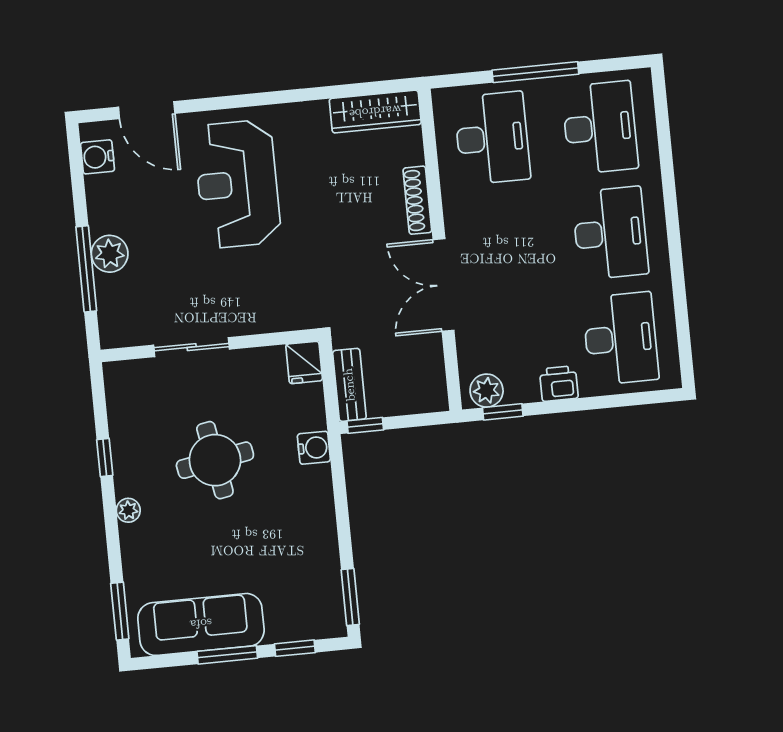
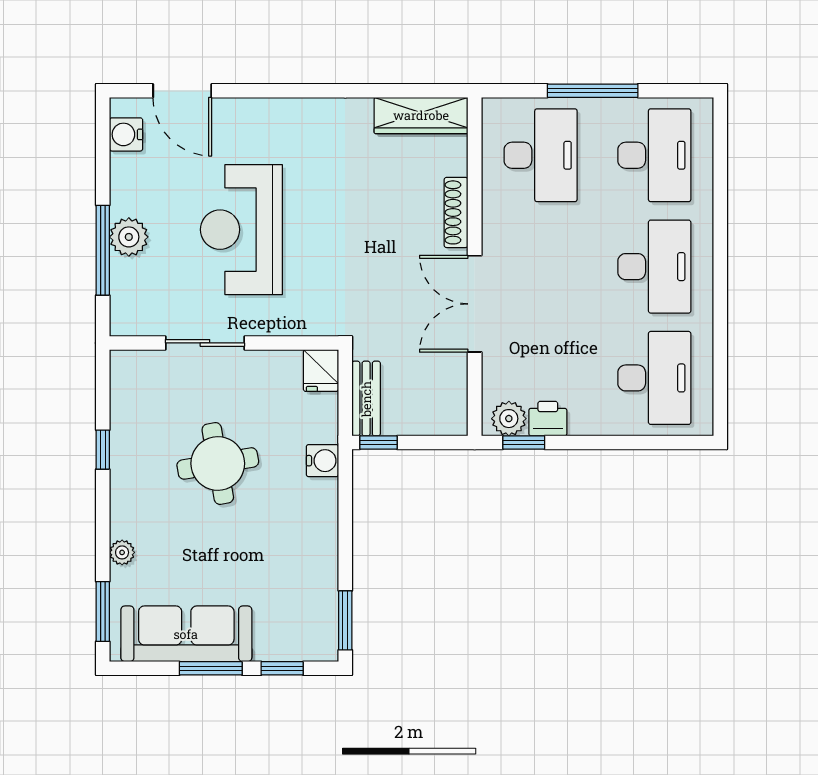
reception desk: (237, 184) -> (241, 230), moved
printer: (559, 384) -> (548, 419), moved
plant: (128, 510) -> (122, 552), moved

